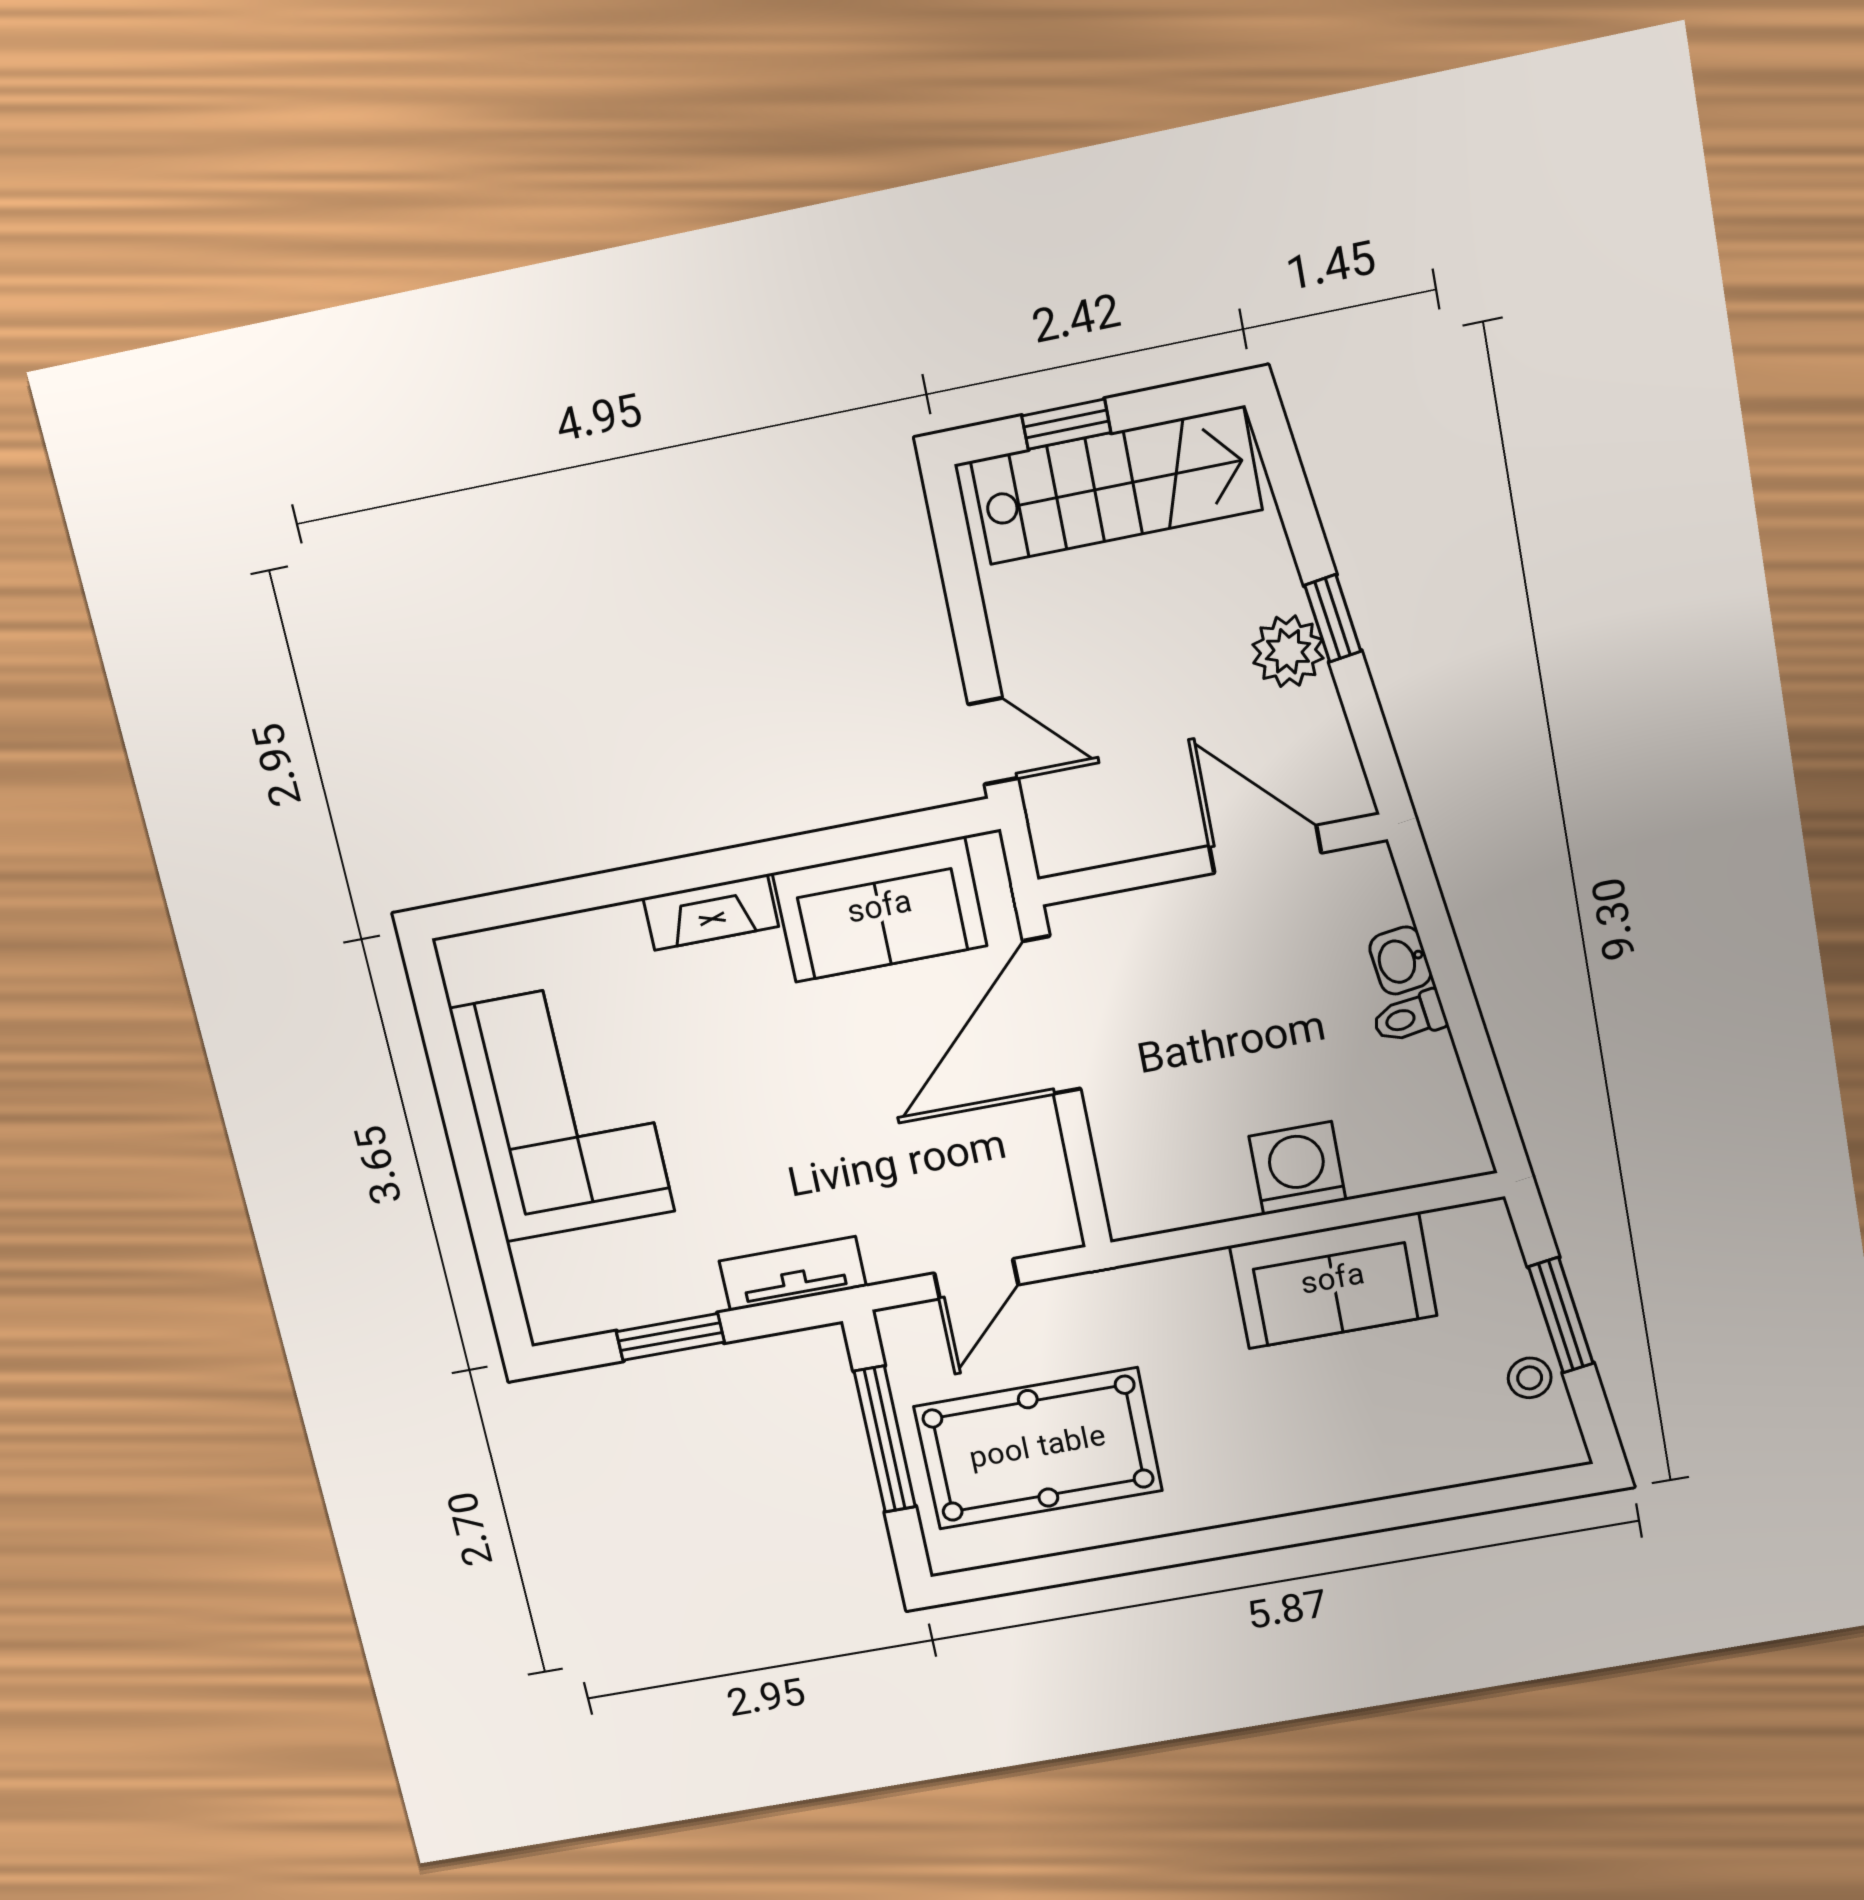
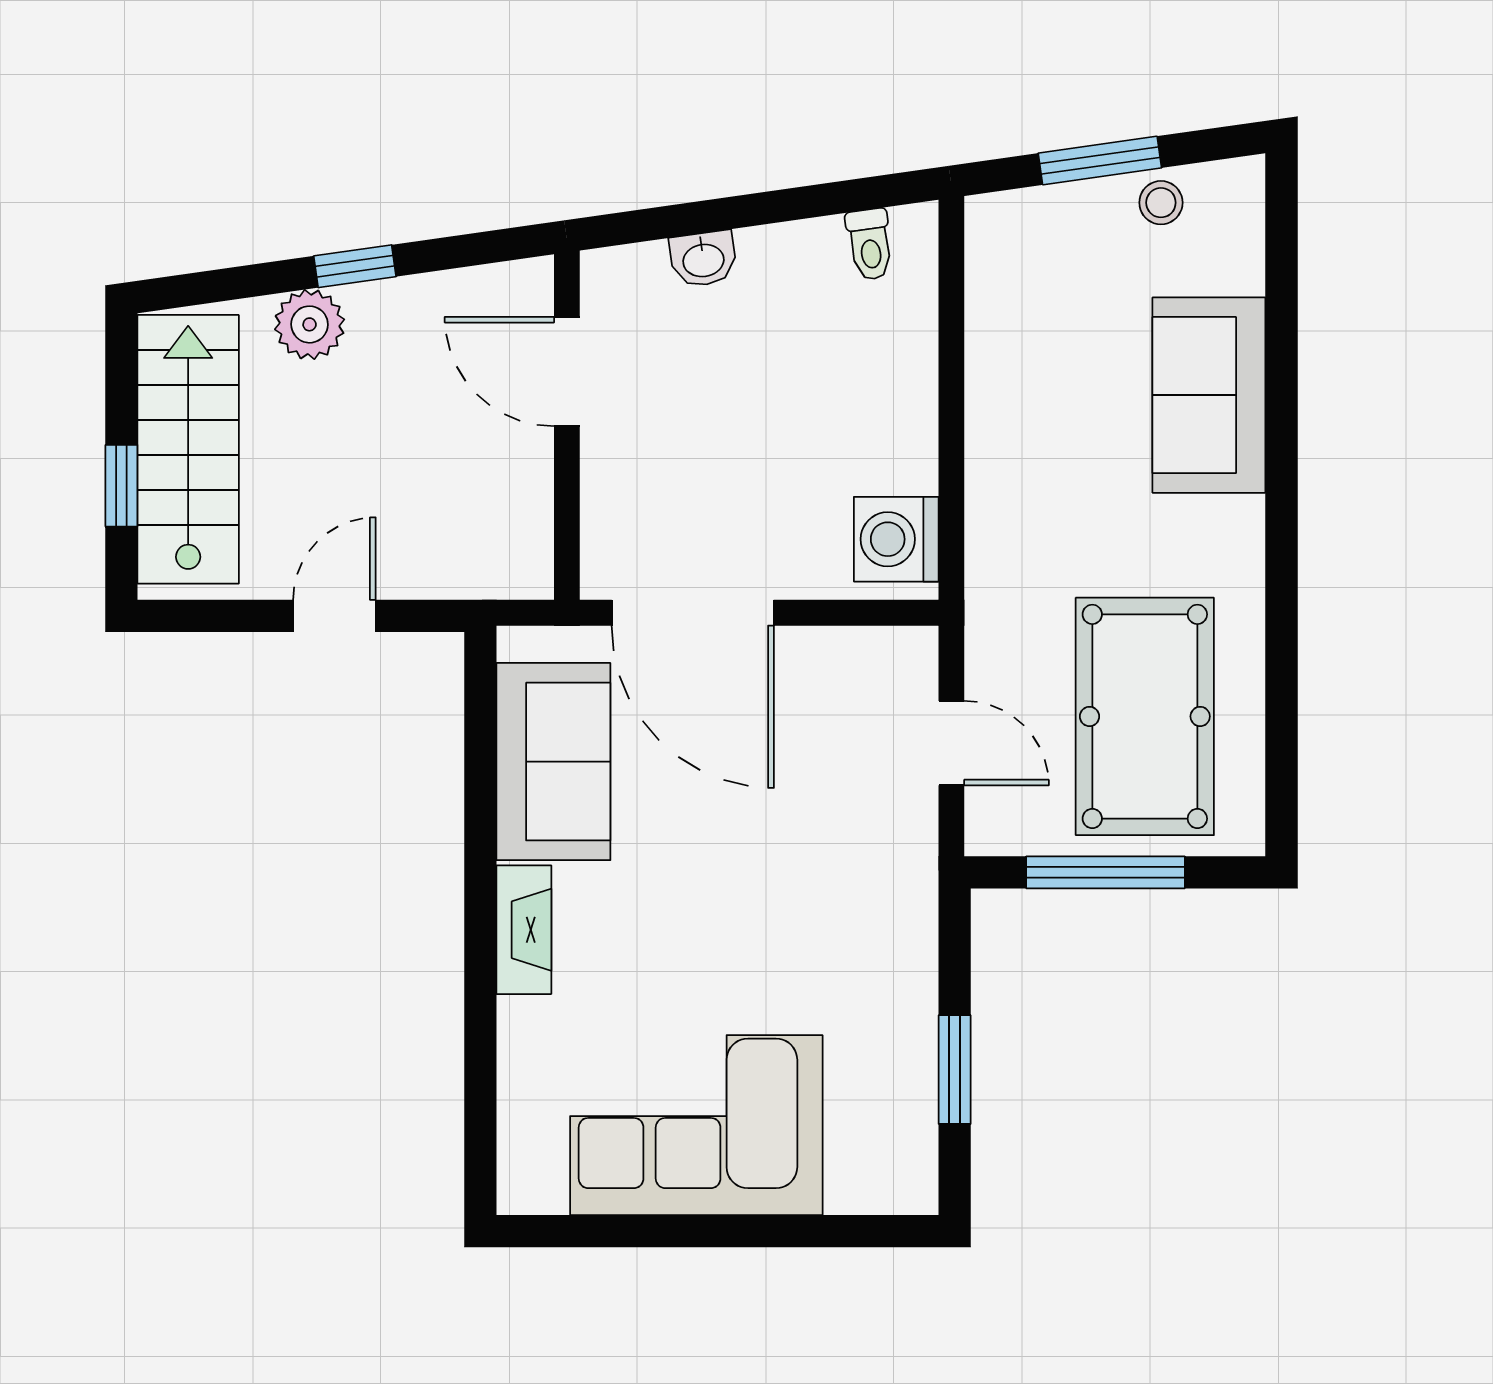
plant: (1288, 651) -> (310, 324), moved
door: (993, 741) -> (334, 616), moved
door: (1265, 849) -> (567, 371), hinge flipped
toilet: (1410, 1017) -> (870, 244), moved
washing machine: (1298, 1168) -> (896, 539), moved
tv unit: (793, 1274) -> (911, 929), removed
sofa: (1333, 1281) -> (1209, 395), moved, turned 180

